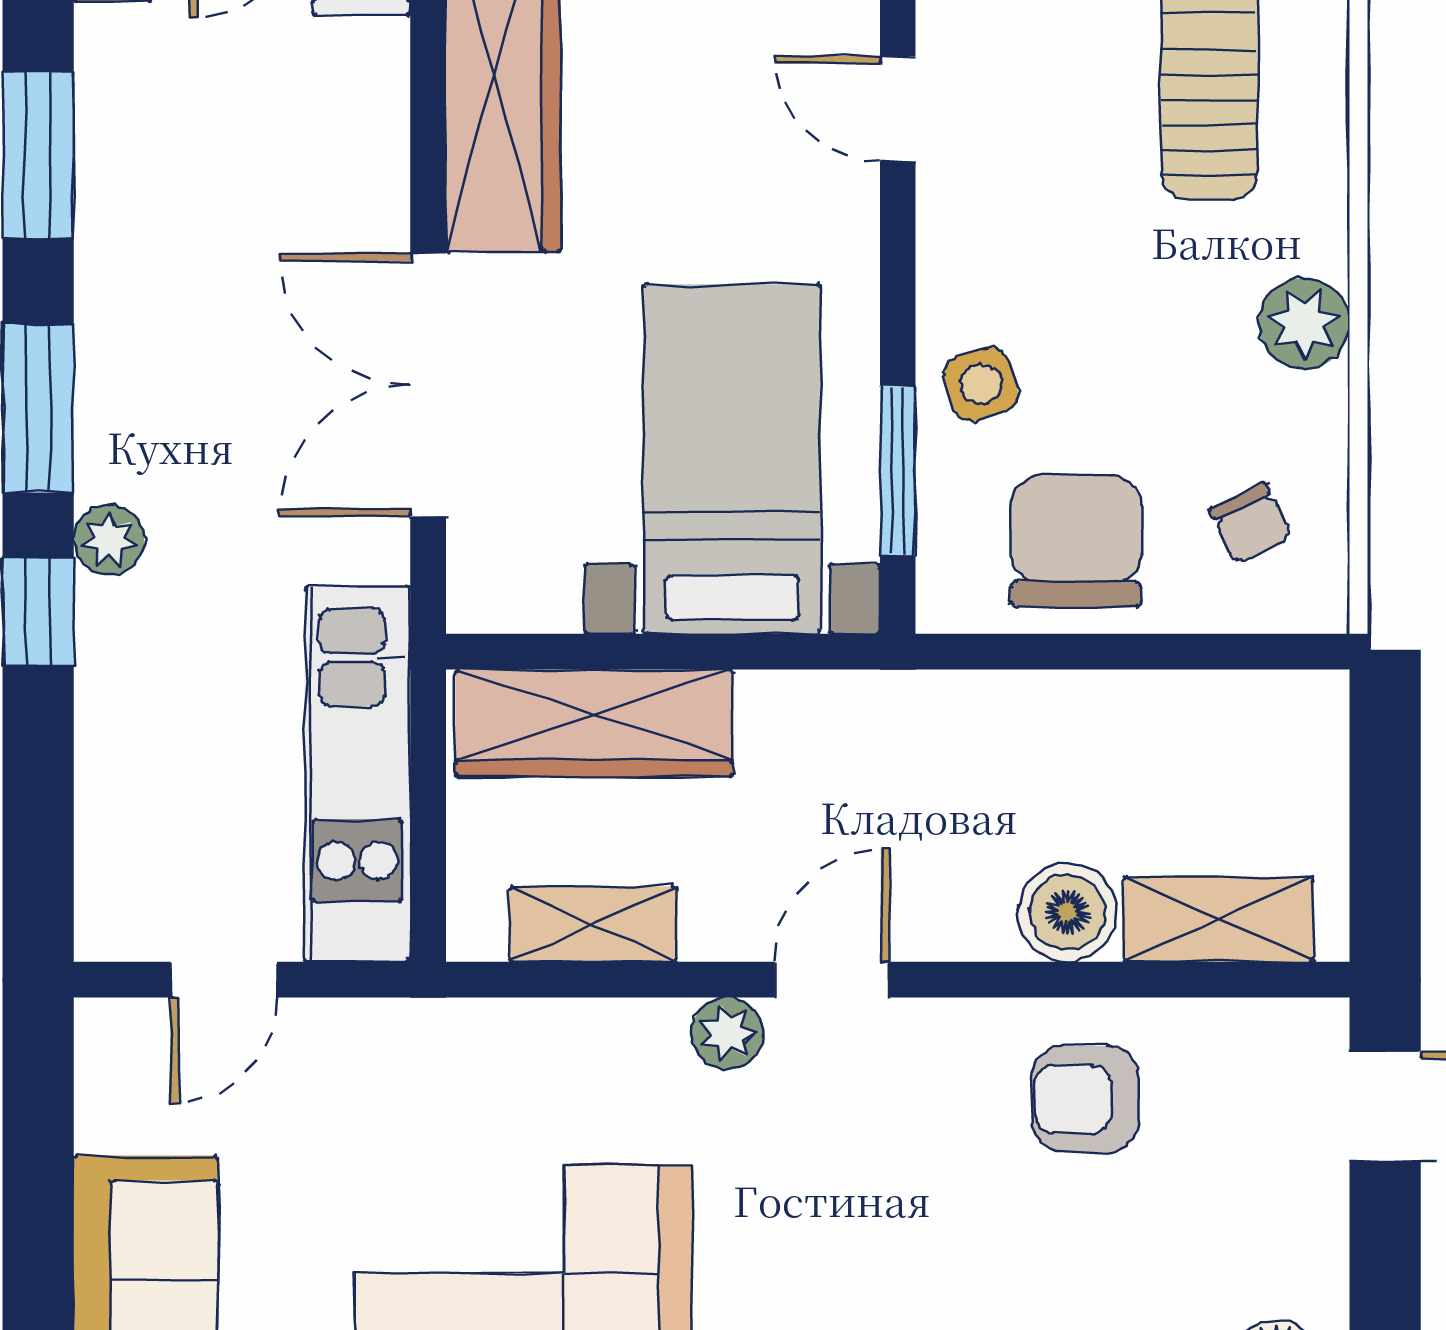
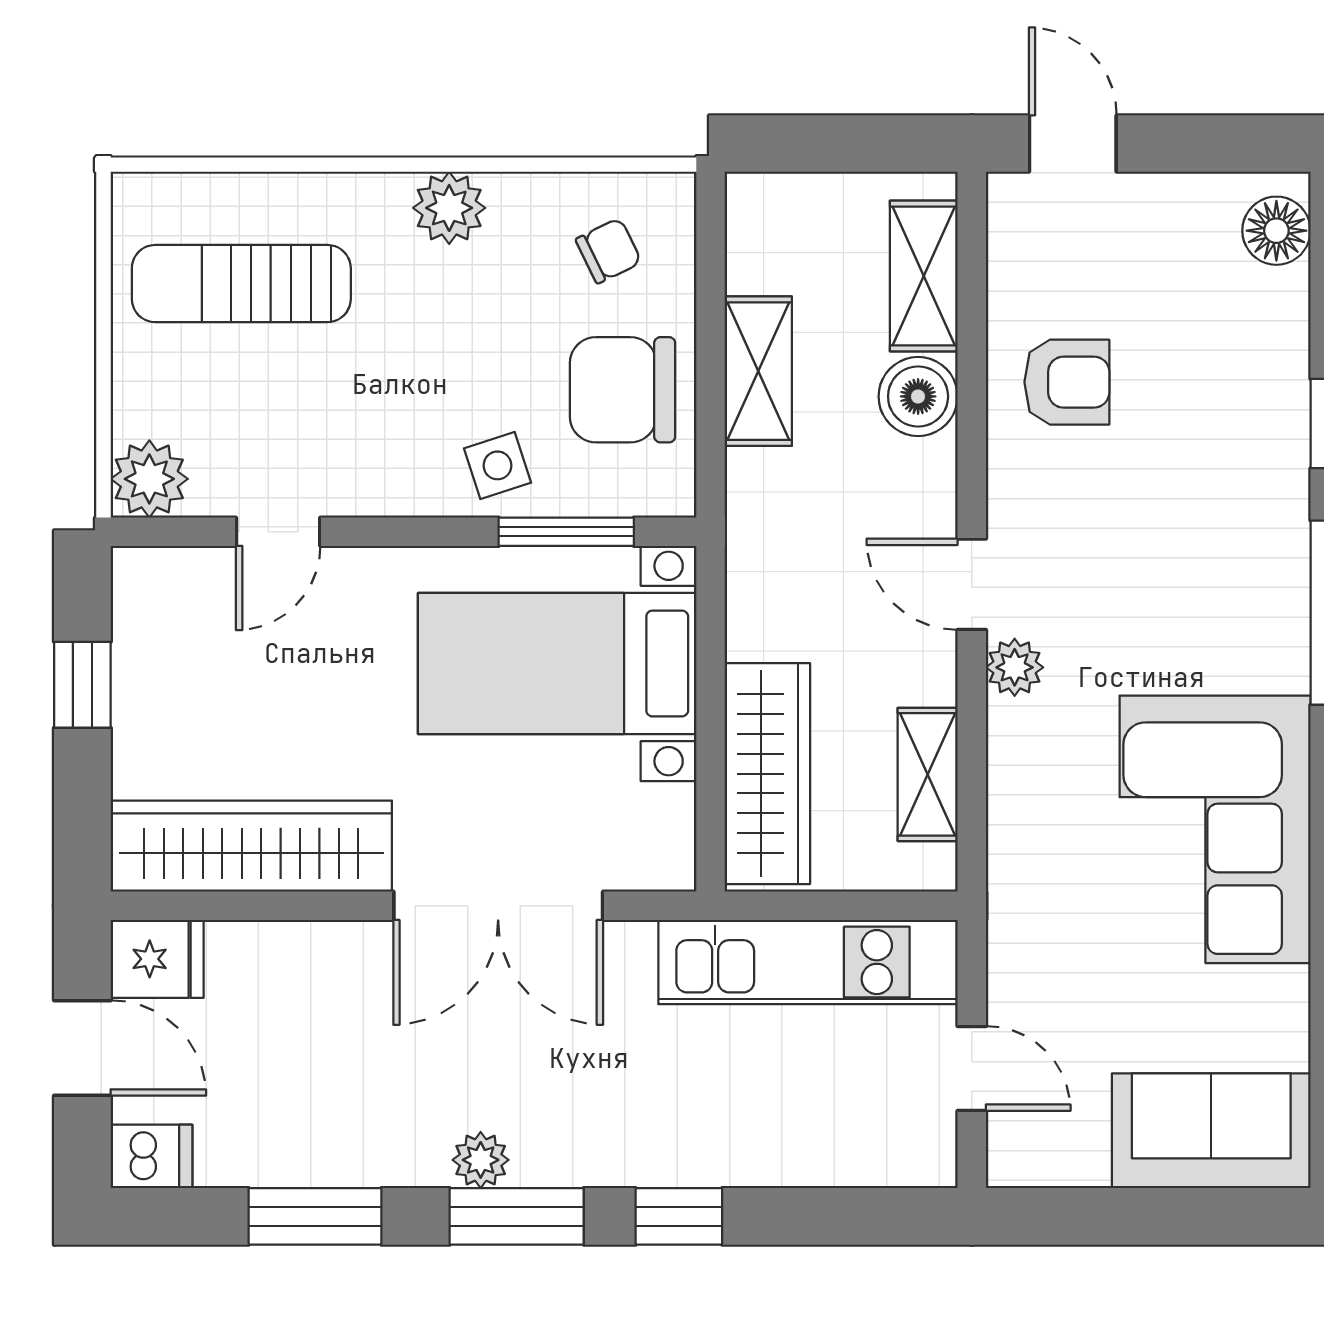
plant: (109, 540) -> (481, 1160), moved
shelving: (1099, 712) -> (758, 371), added
armchair: (1086, 1099) -> (1067, 382), turned -90

